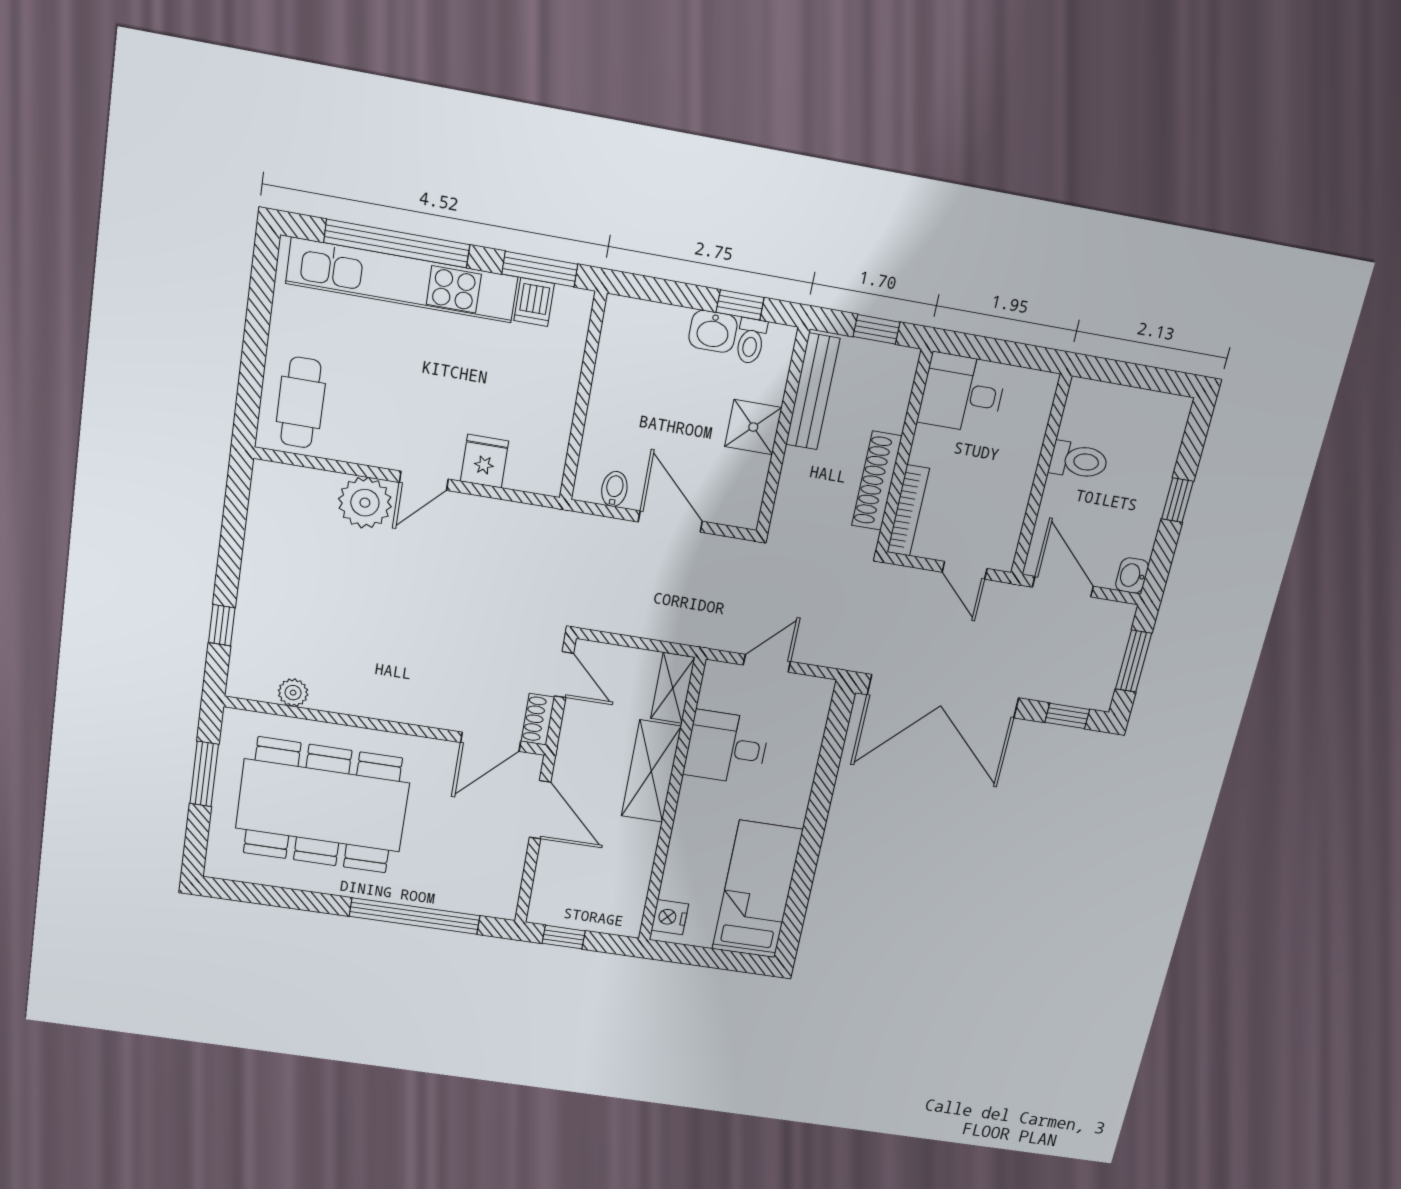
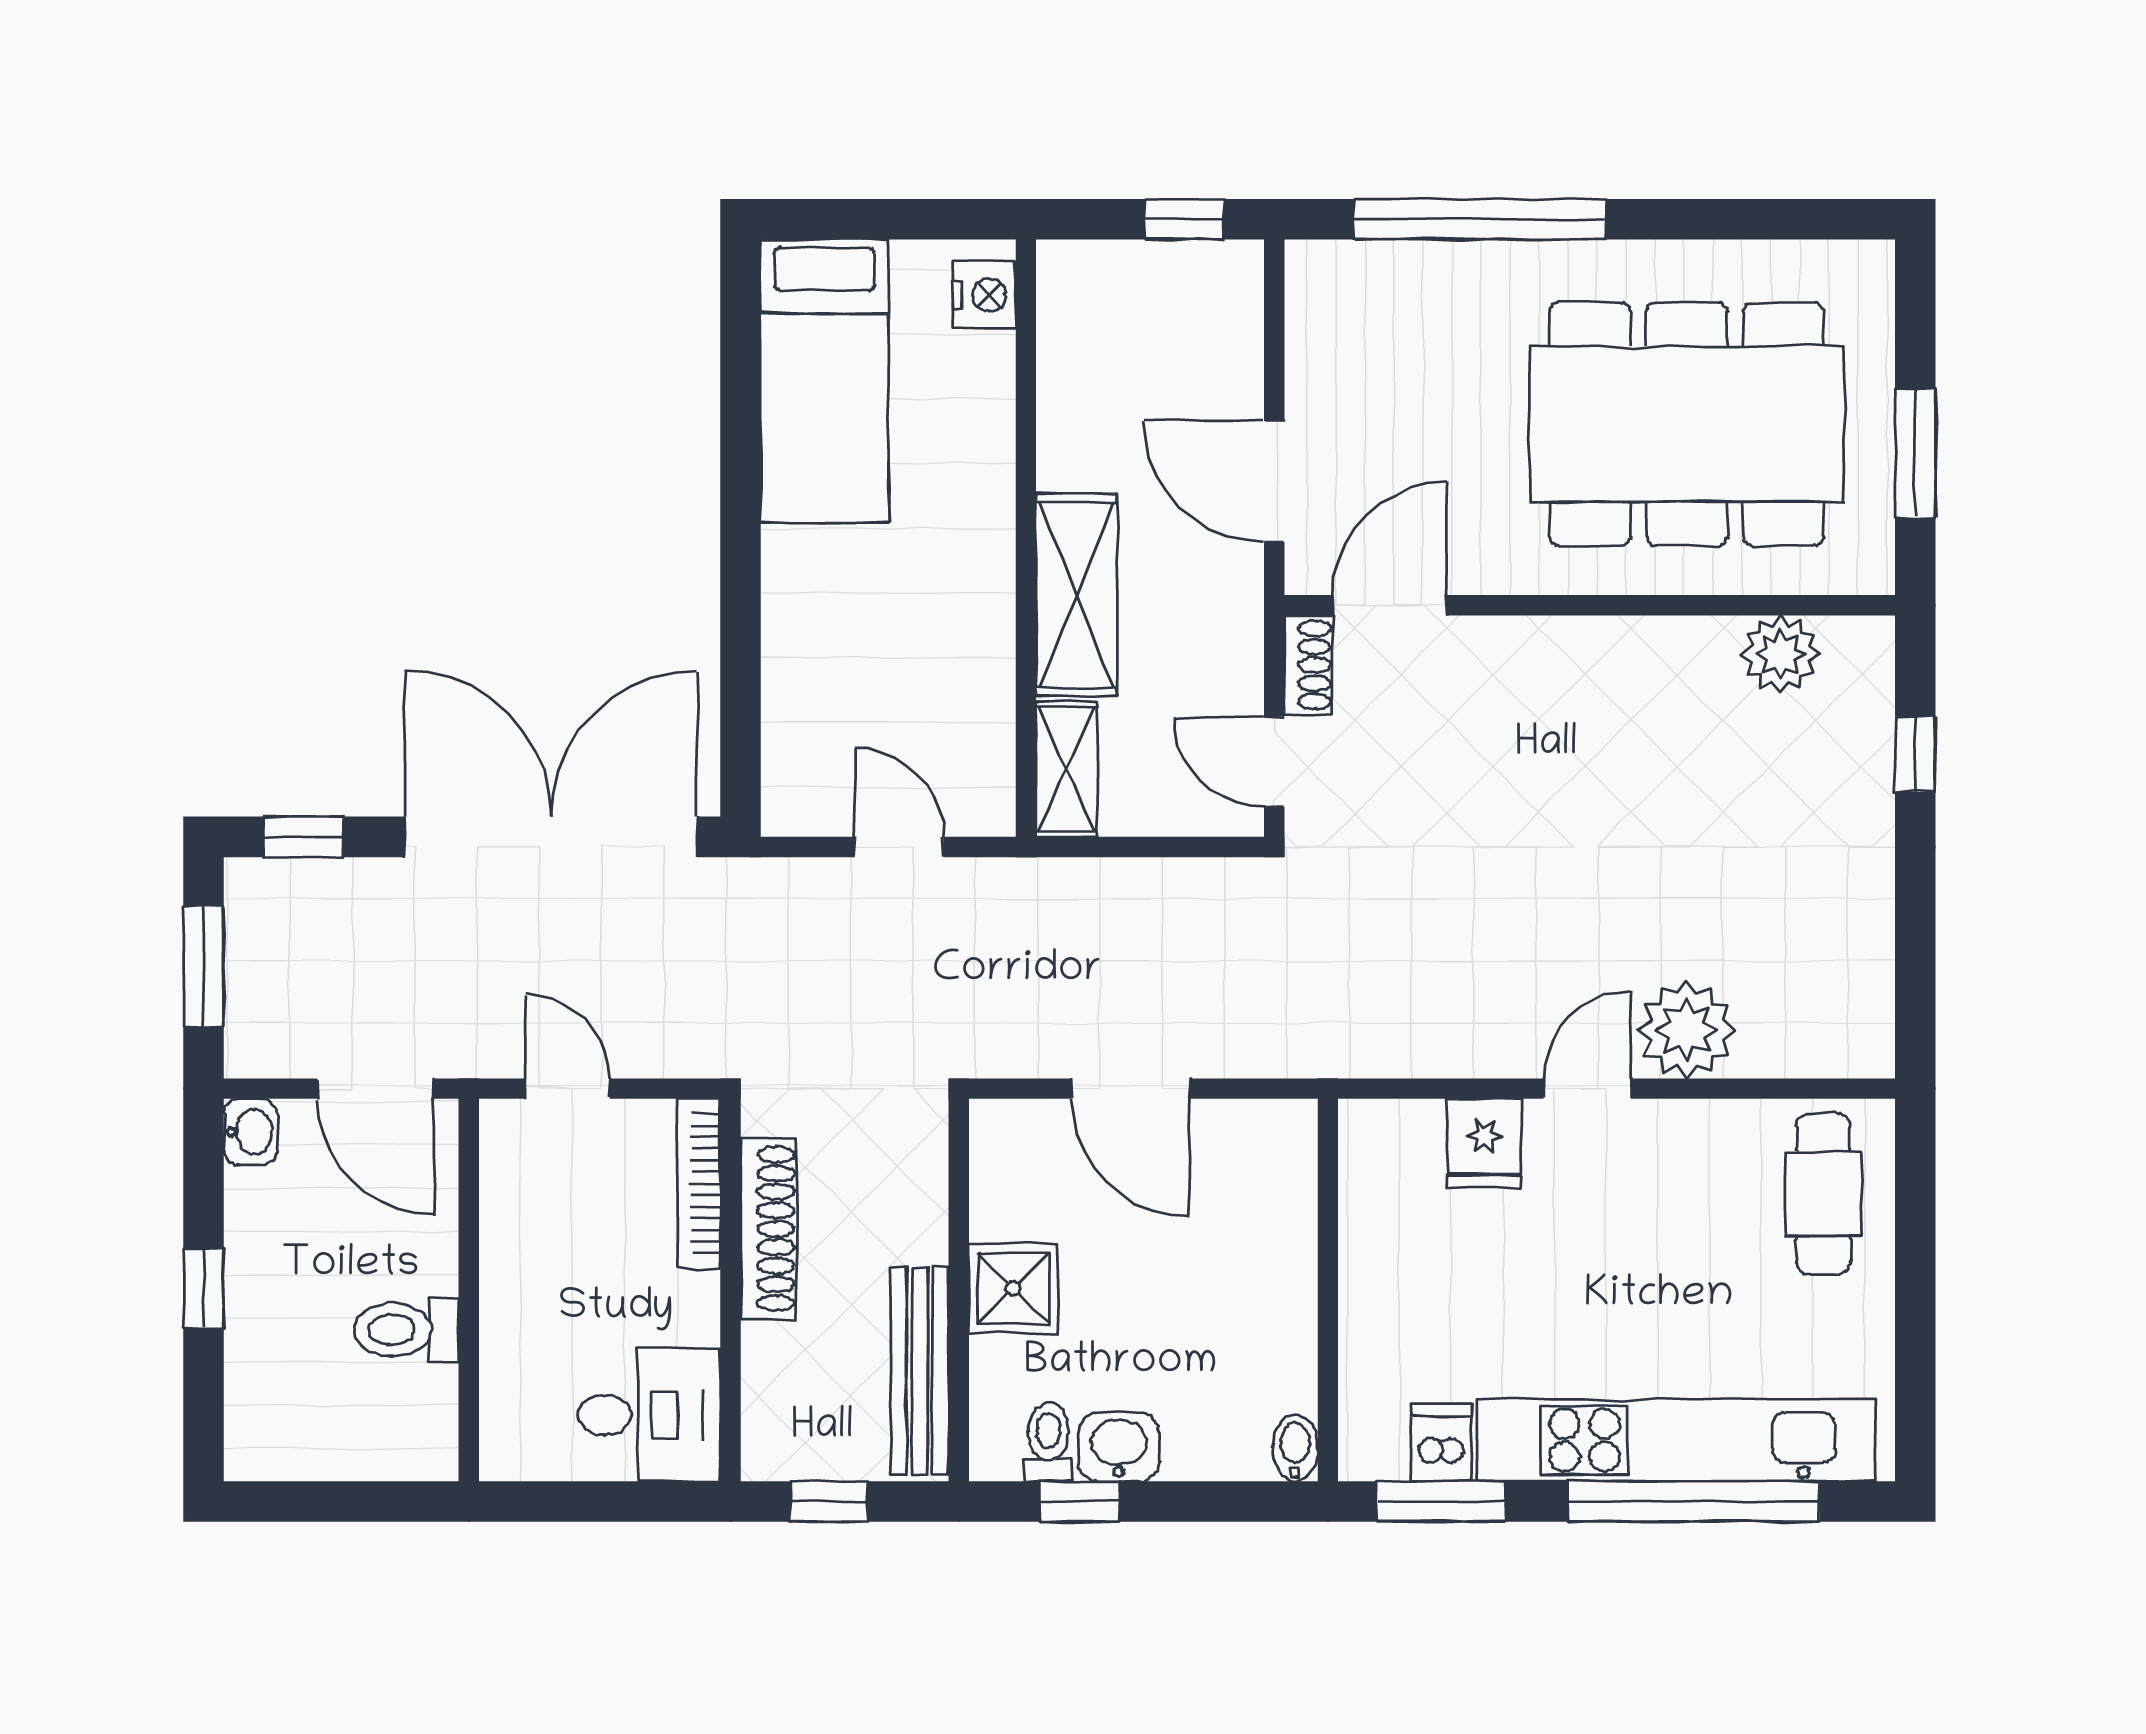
bidet: (614, 489) -> (1295, 1448), moved, turned 180
door: (767, 663) -> (899, 847), swing flipped
plant: (293, 693) -> (1780, 654), width x1.38, depth x1.38
desk: (727, 748) -> (942, 666), removed

